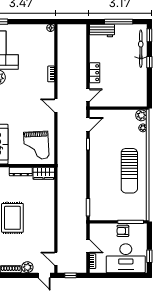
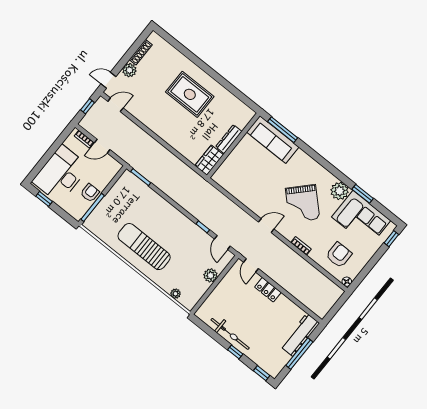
workbench: (102, 31) -> (300, 335), width x1.37
armchair: (38, 46) -> (339, 255), added
bicycle: (141, 49) -> (230, 334), moved
plant: (141, 115) -> (211, 275), moved
grand piano: (36, 145) -> (303, 203), moved, turned -133

